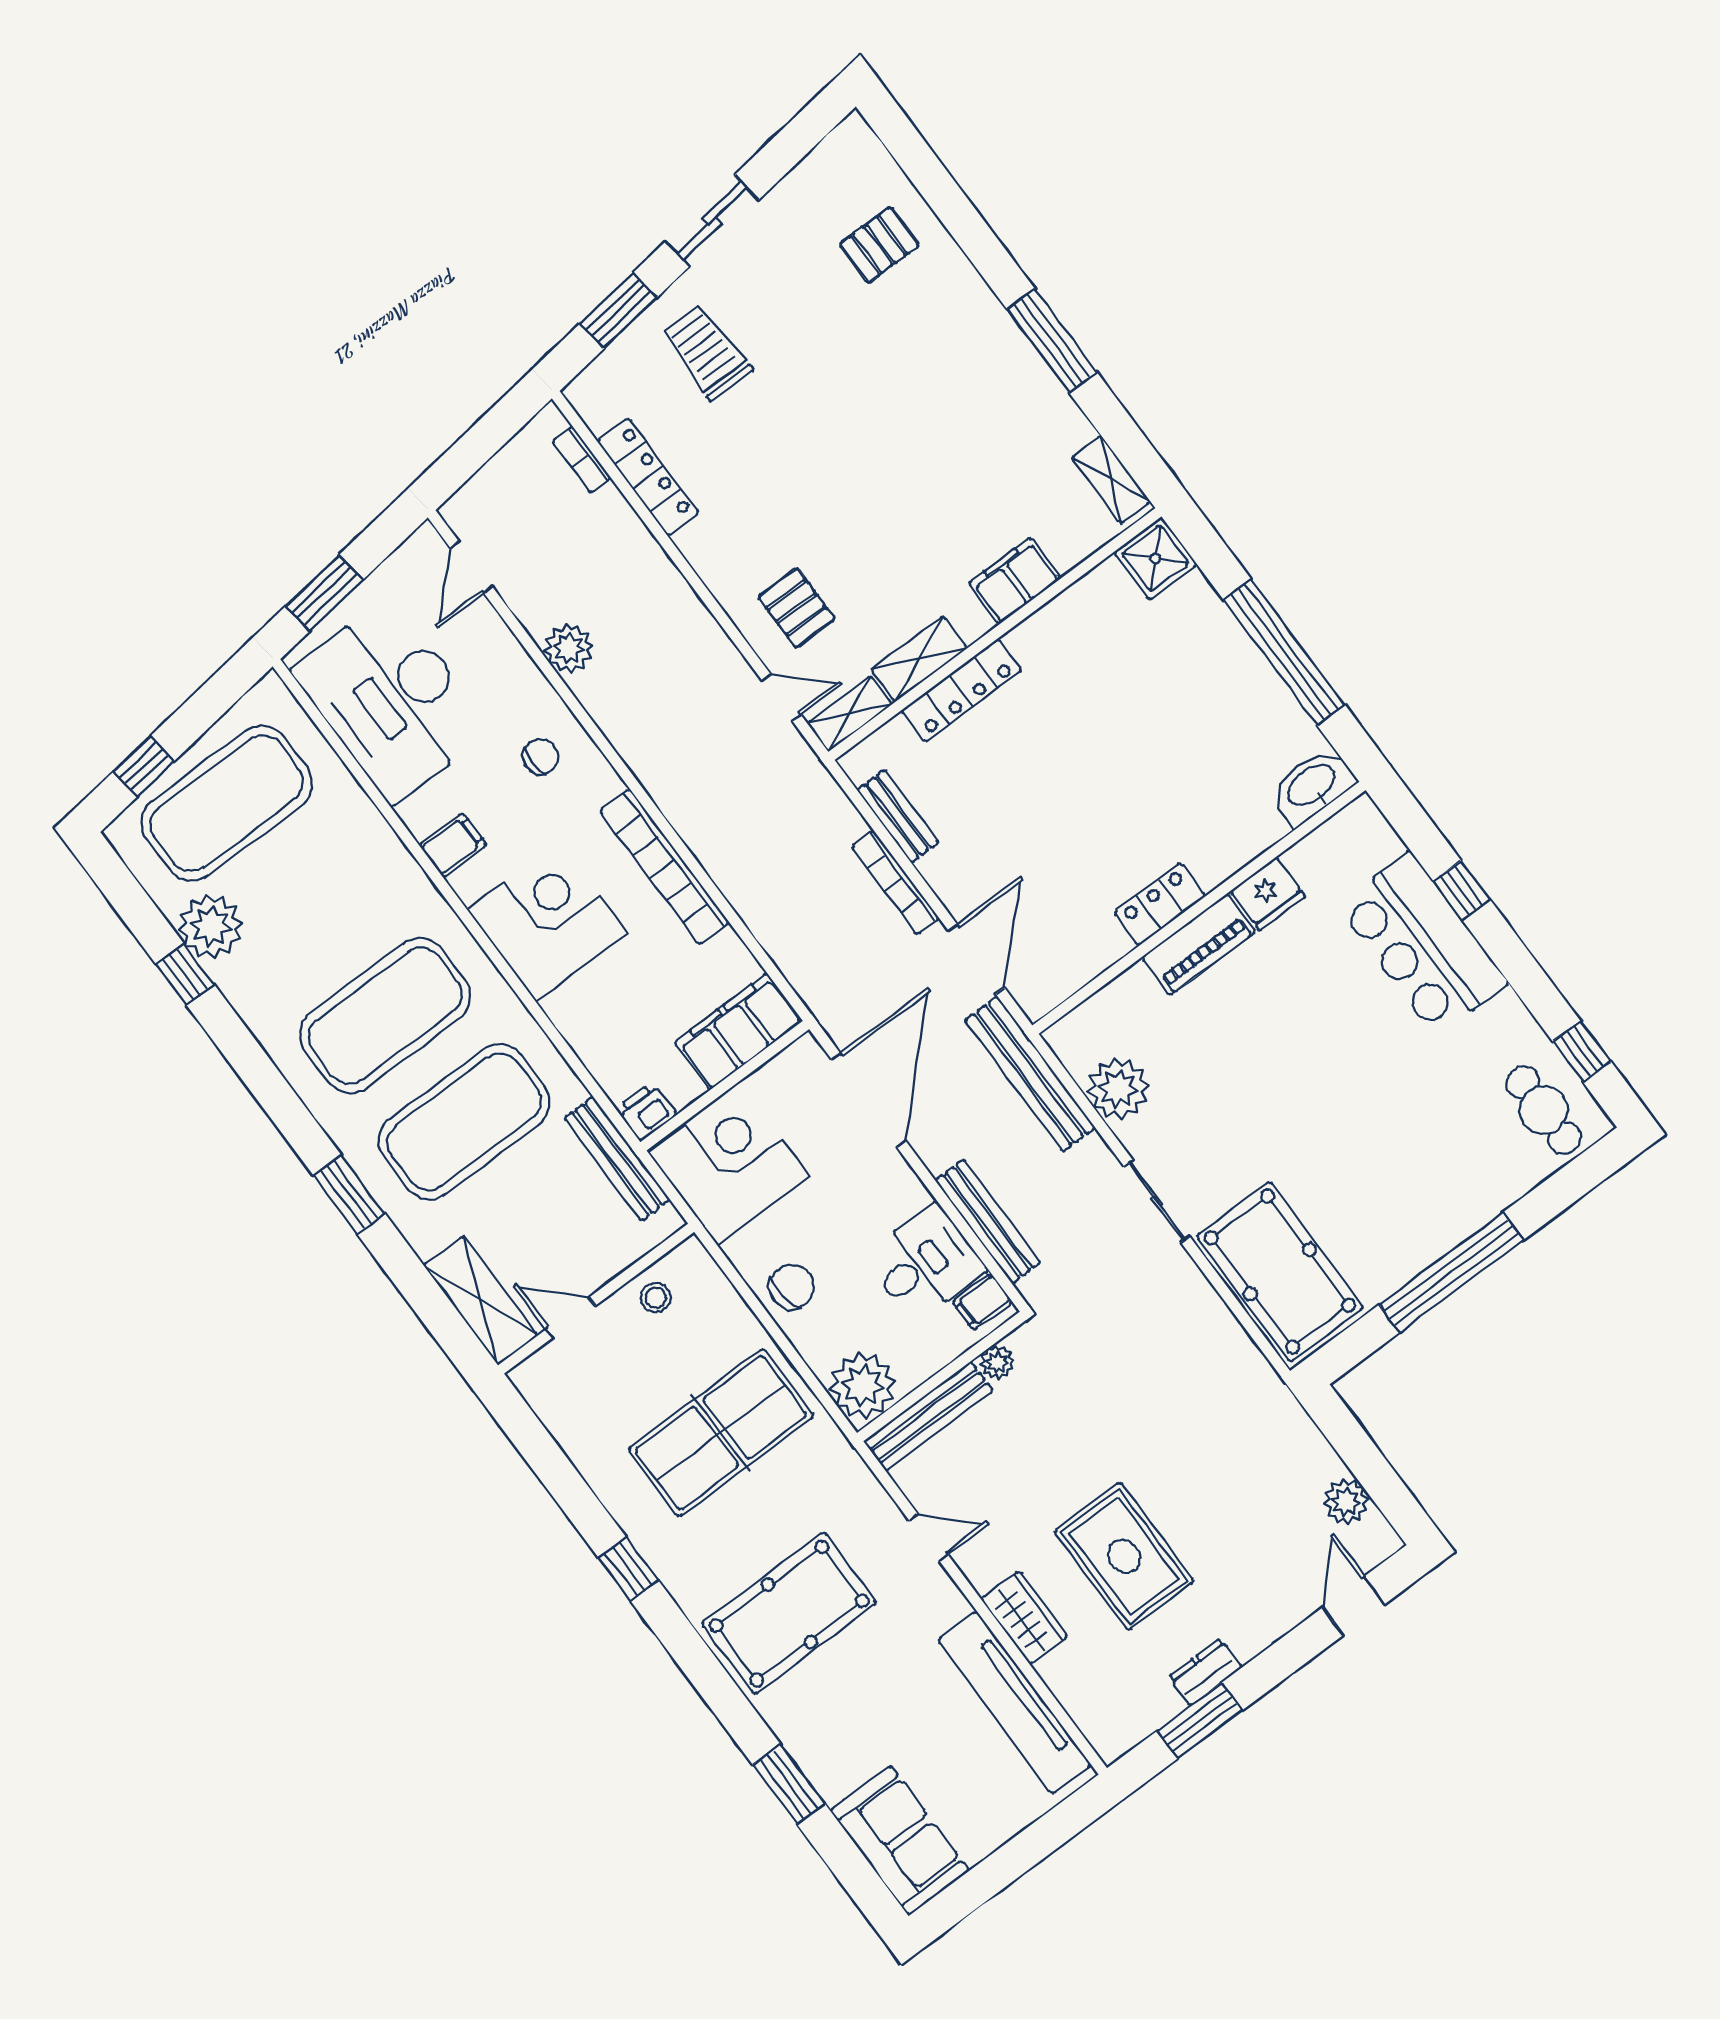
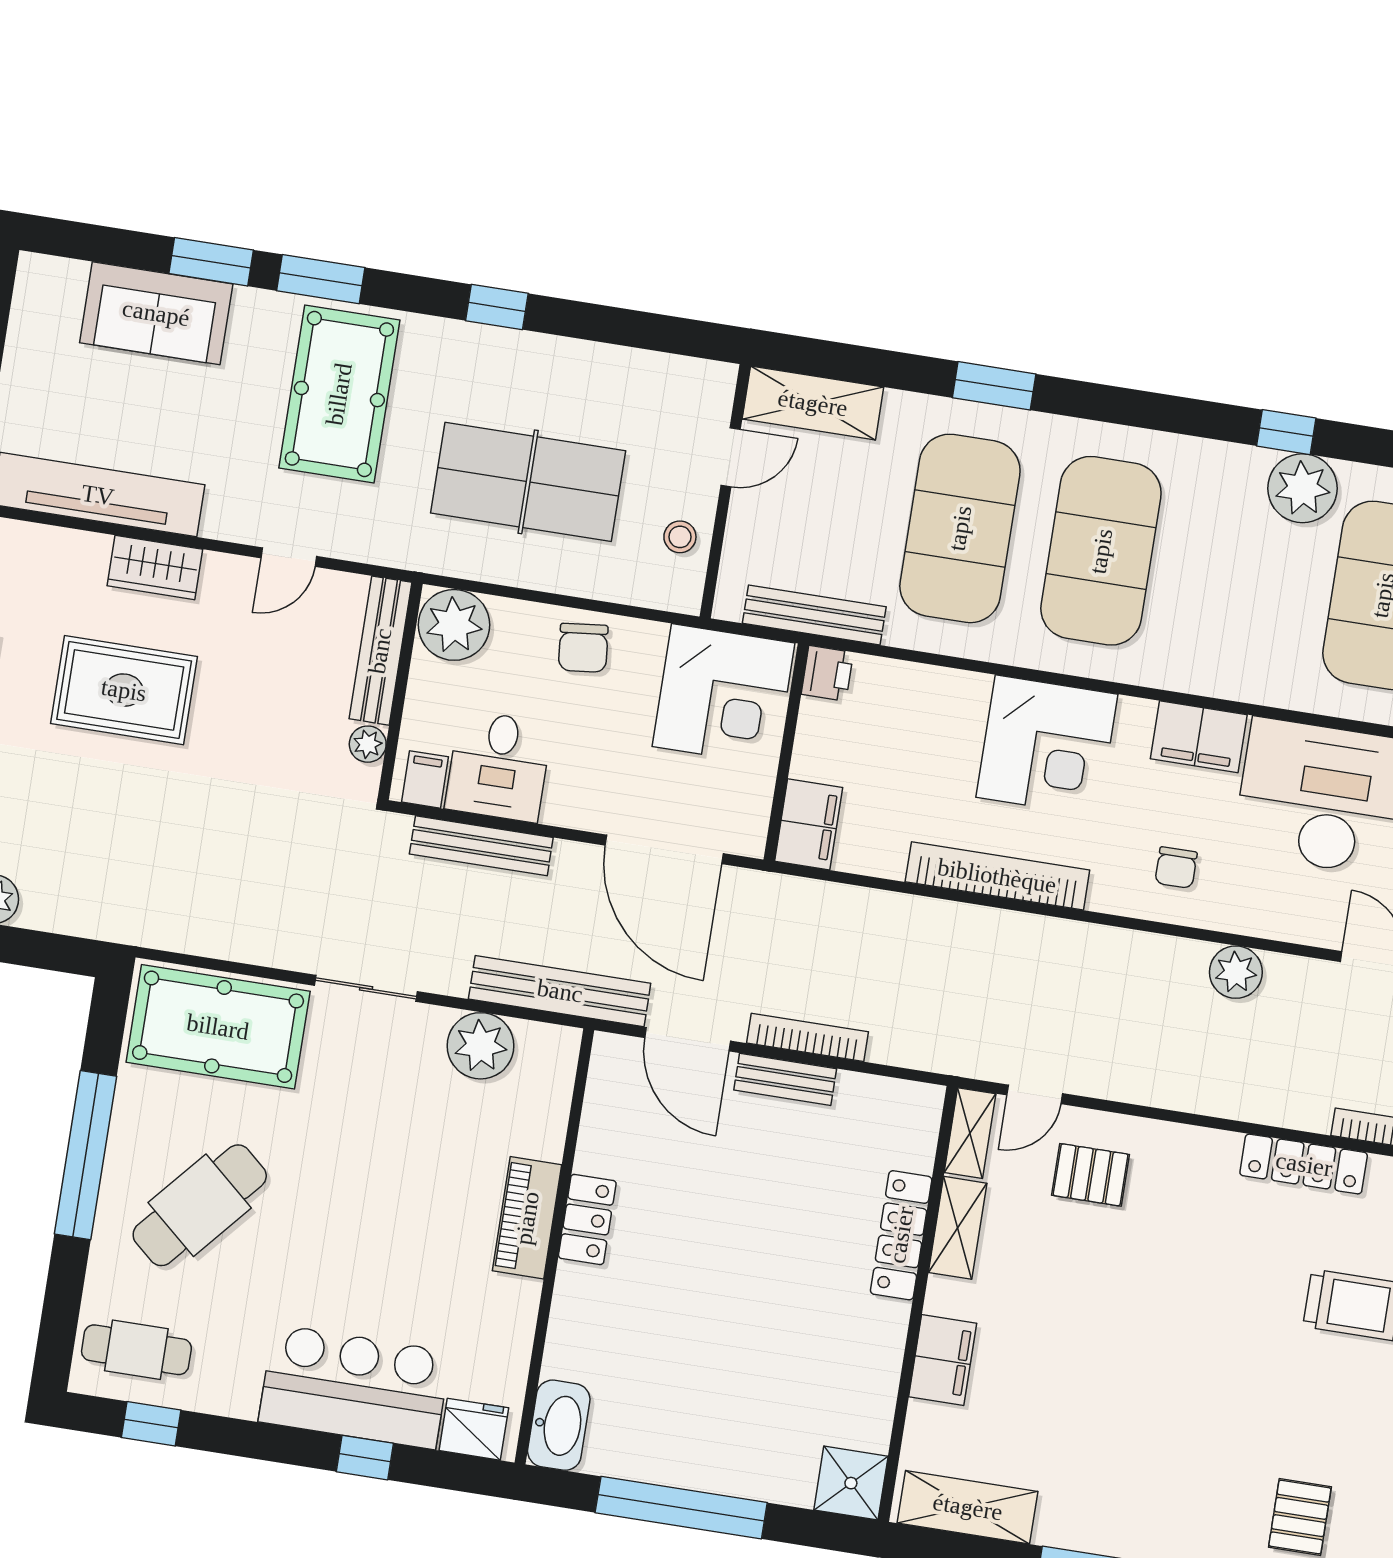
shelving: (1111, 480) -> (968, 1507), width x1.50, depth x1.33
bench: (898, 816) -> (785, 1079), moved
filing cabinet: (453, 845) -> (1199, 737), width x2.00
fridge: (1268, 894) -> (474, 1429), moved, turned 90
filing cabinet: (738, 1031) -> (809, 824), width x0.67, depth x0.86
cafe table: (1408, 1165) -> (200, 1205), added
table tennis table: (721, 1433) -> (528, 482), turned 90
window: (727, 1702) -> (321, 279), added
sofa: (900, 1841) -> (156, 313), moved

